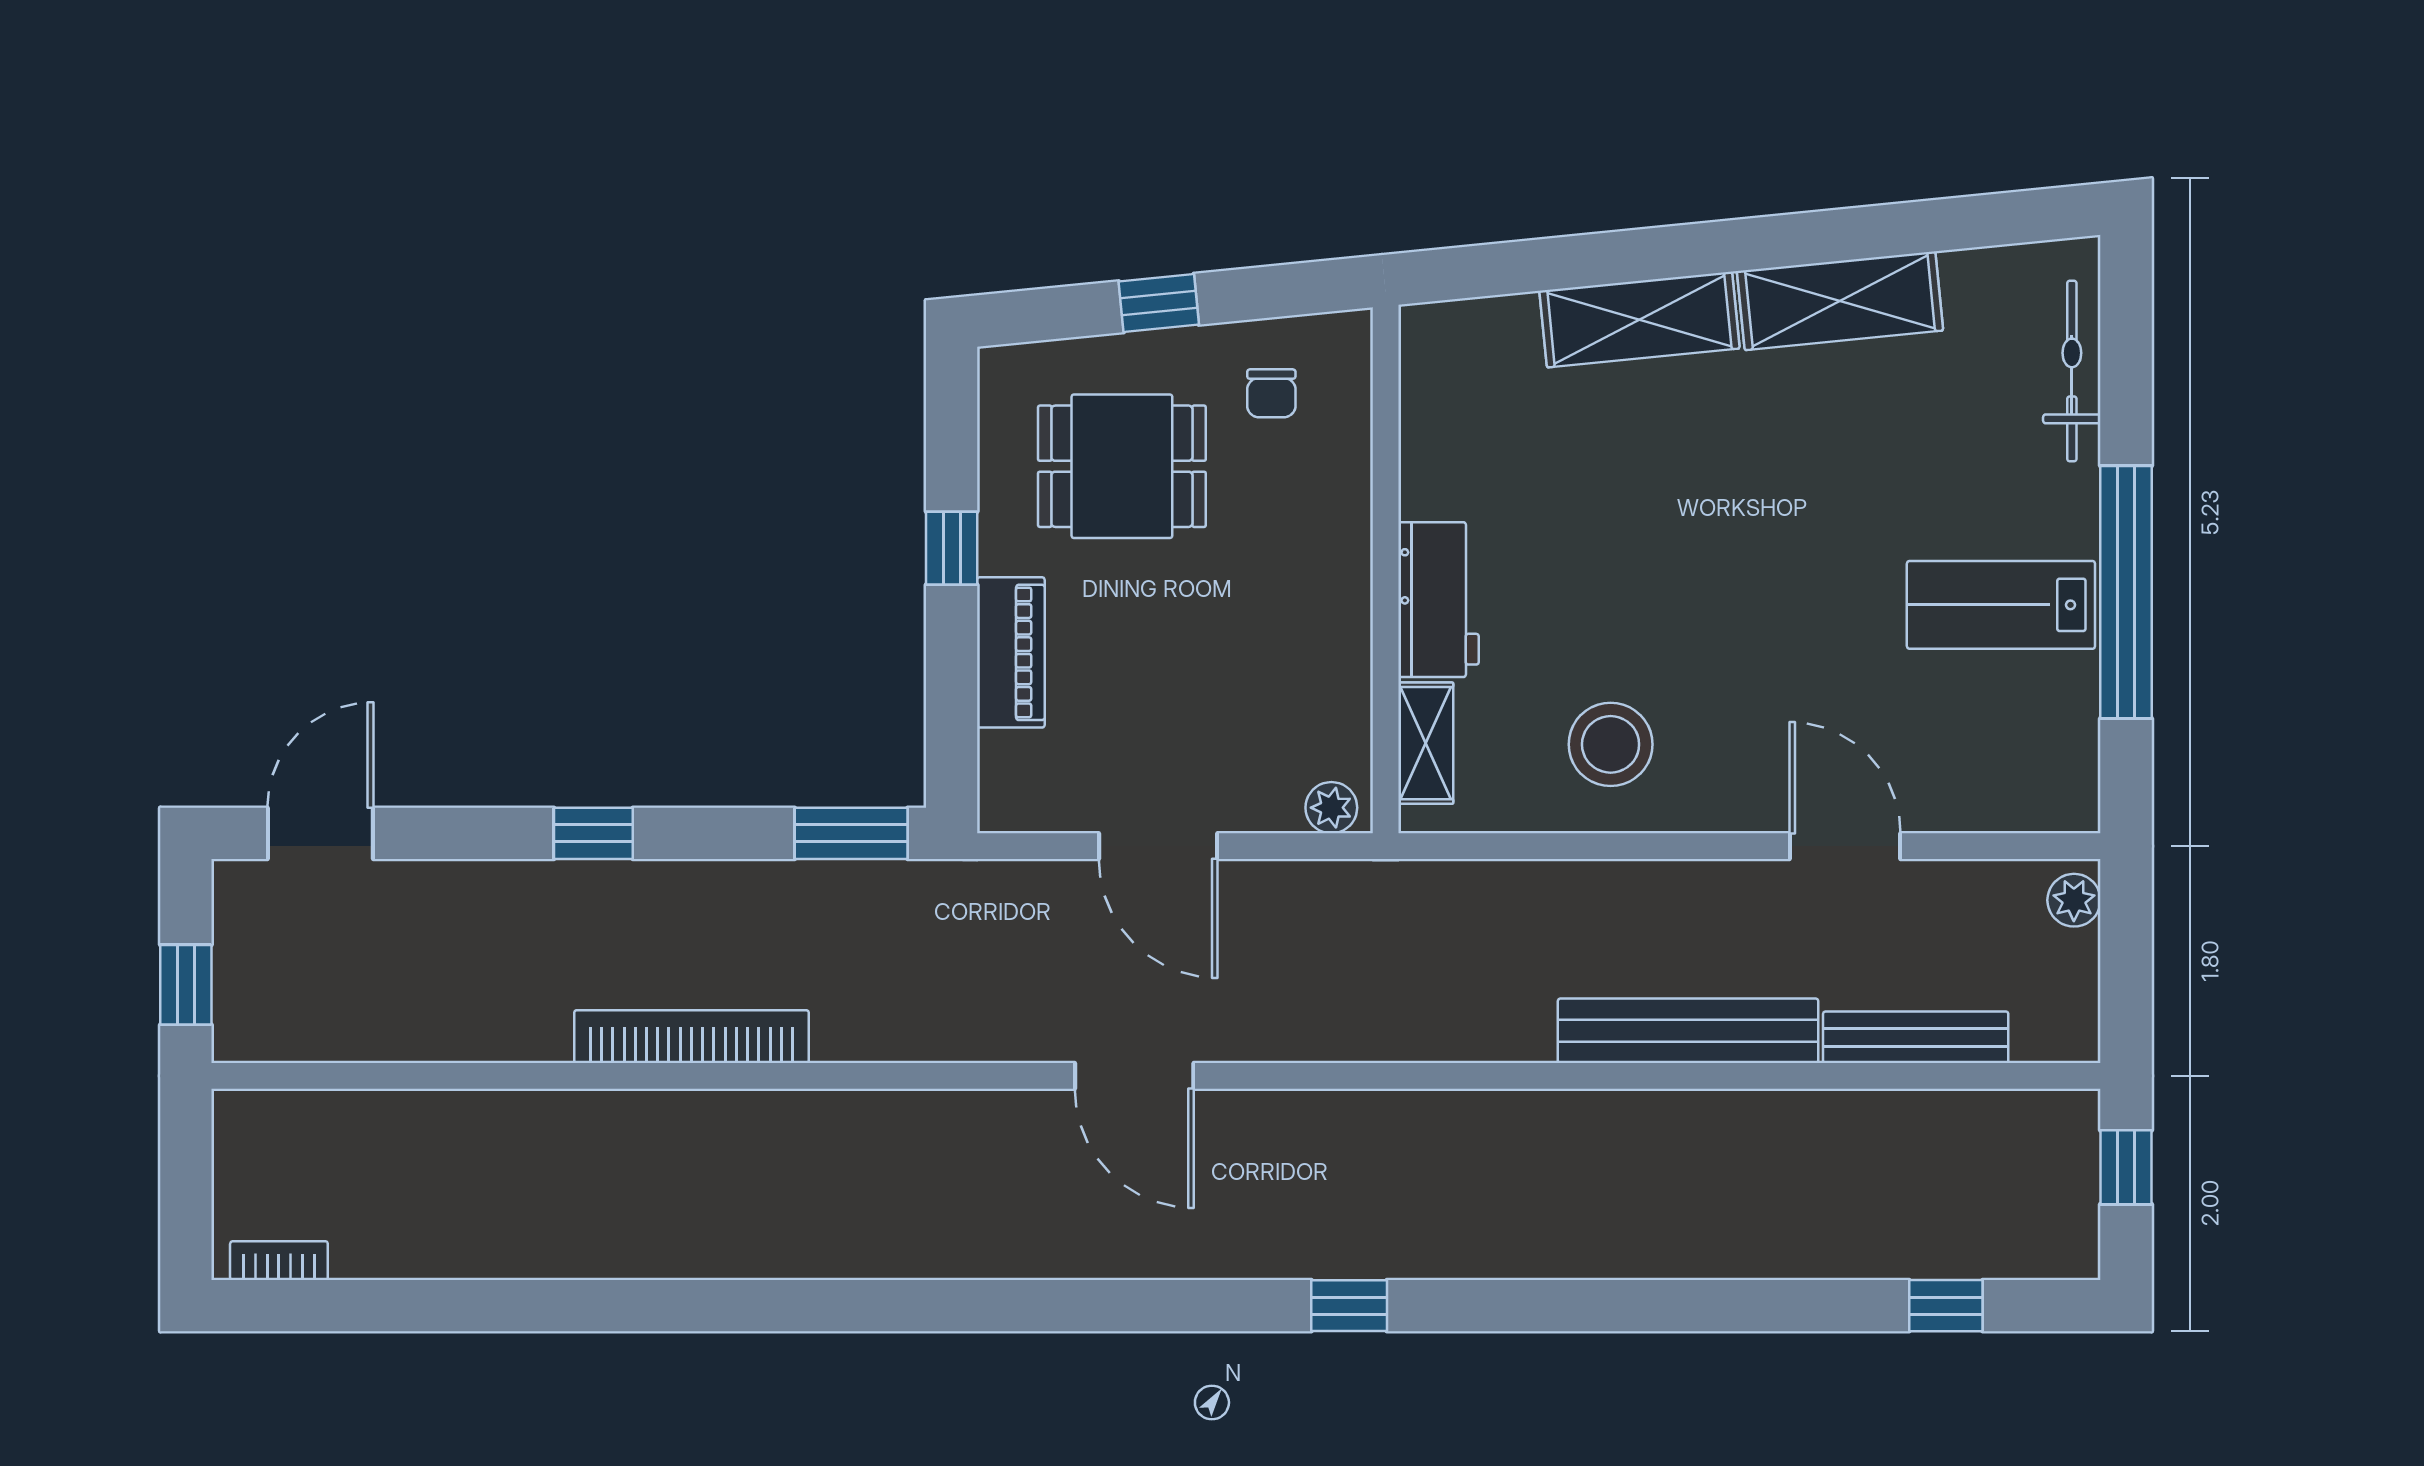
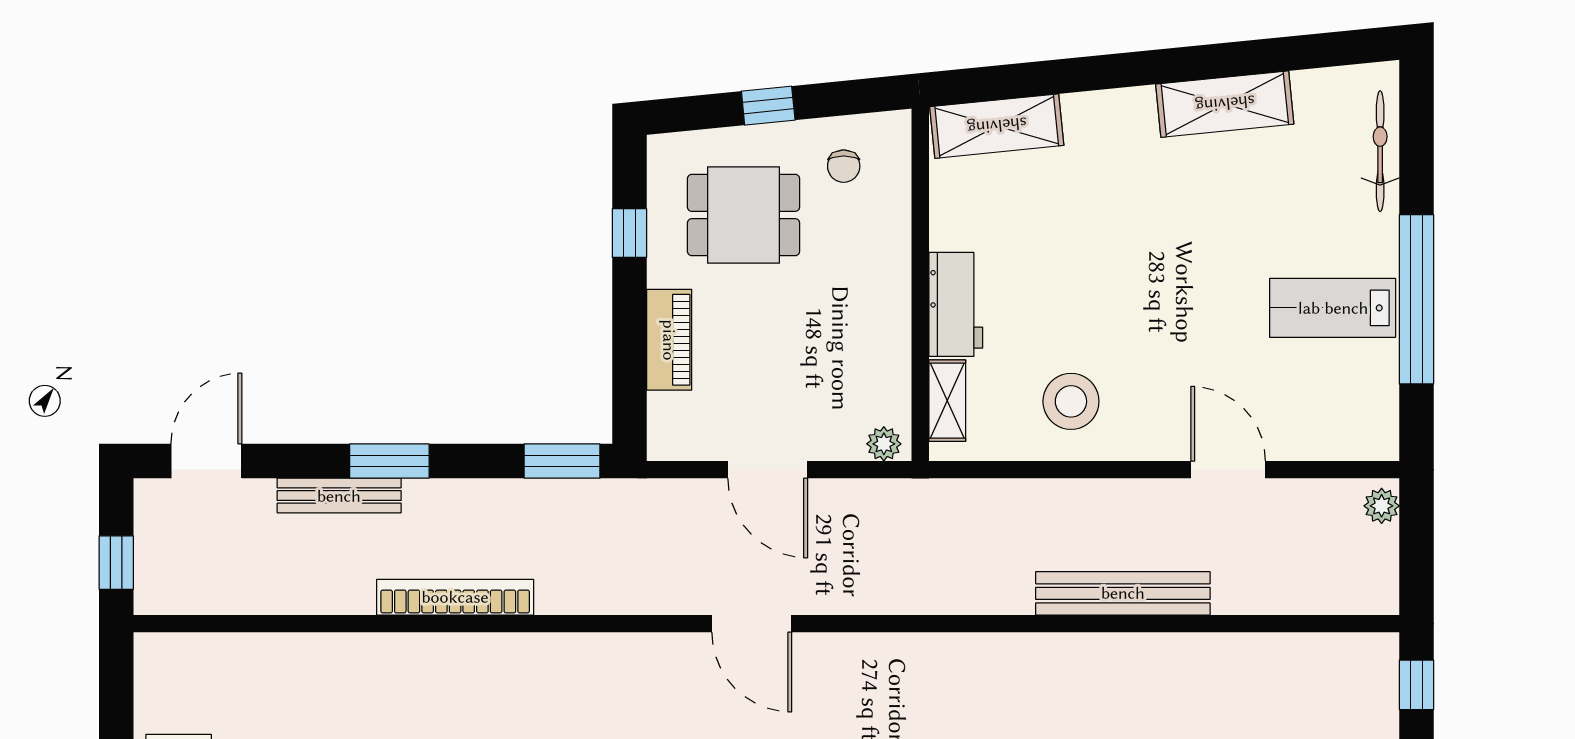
shelving: (1639, 320) -> (997, 126), moved
window: (952, 548) -> (629, 233), moved
window: (593, 833) -> (389, 461), width x1.50
bench: (1916, 1037) -> (339, 496), moved

